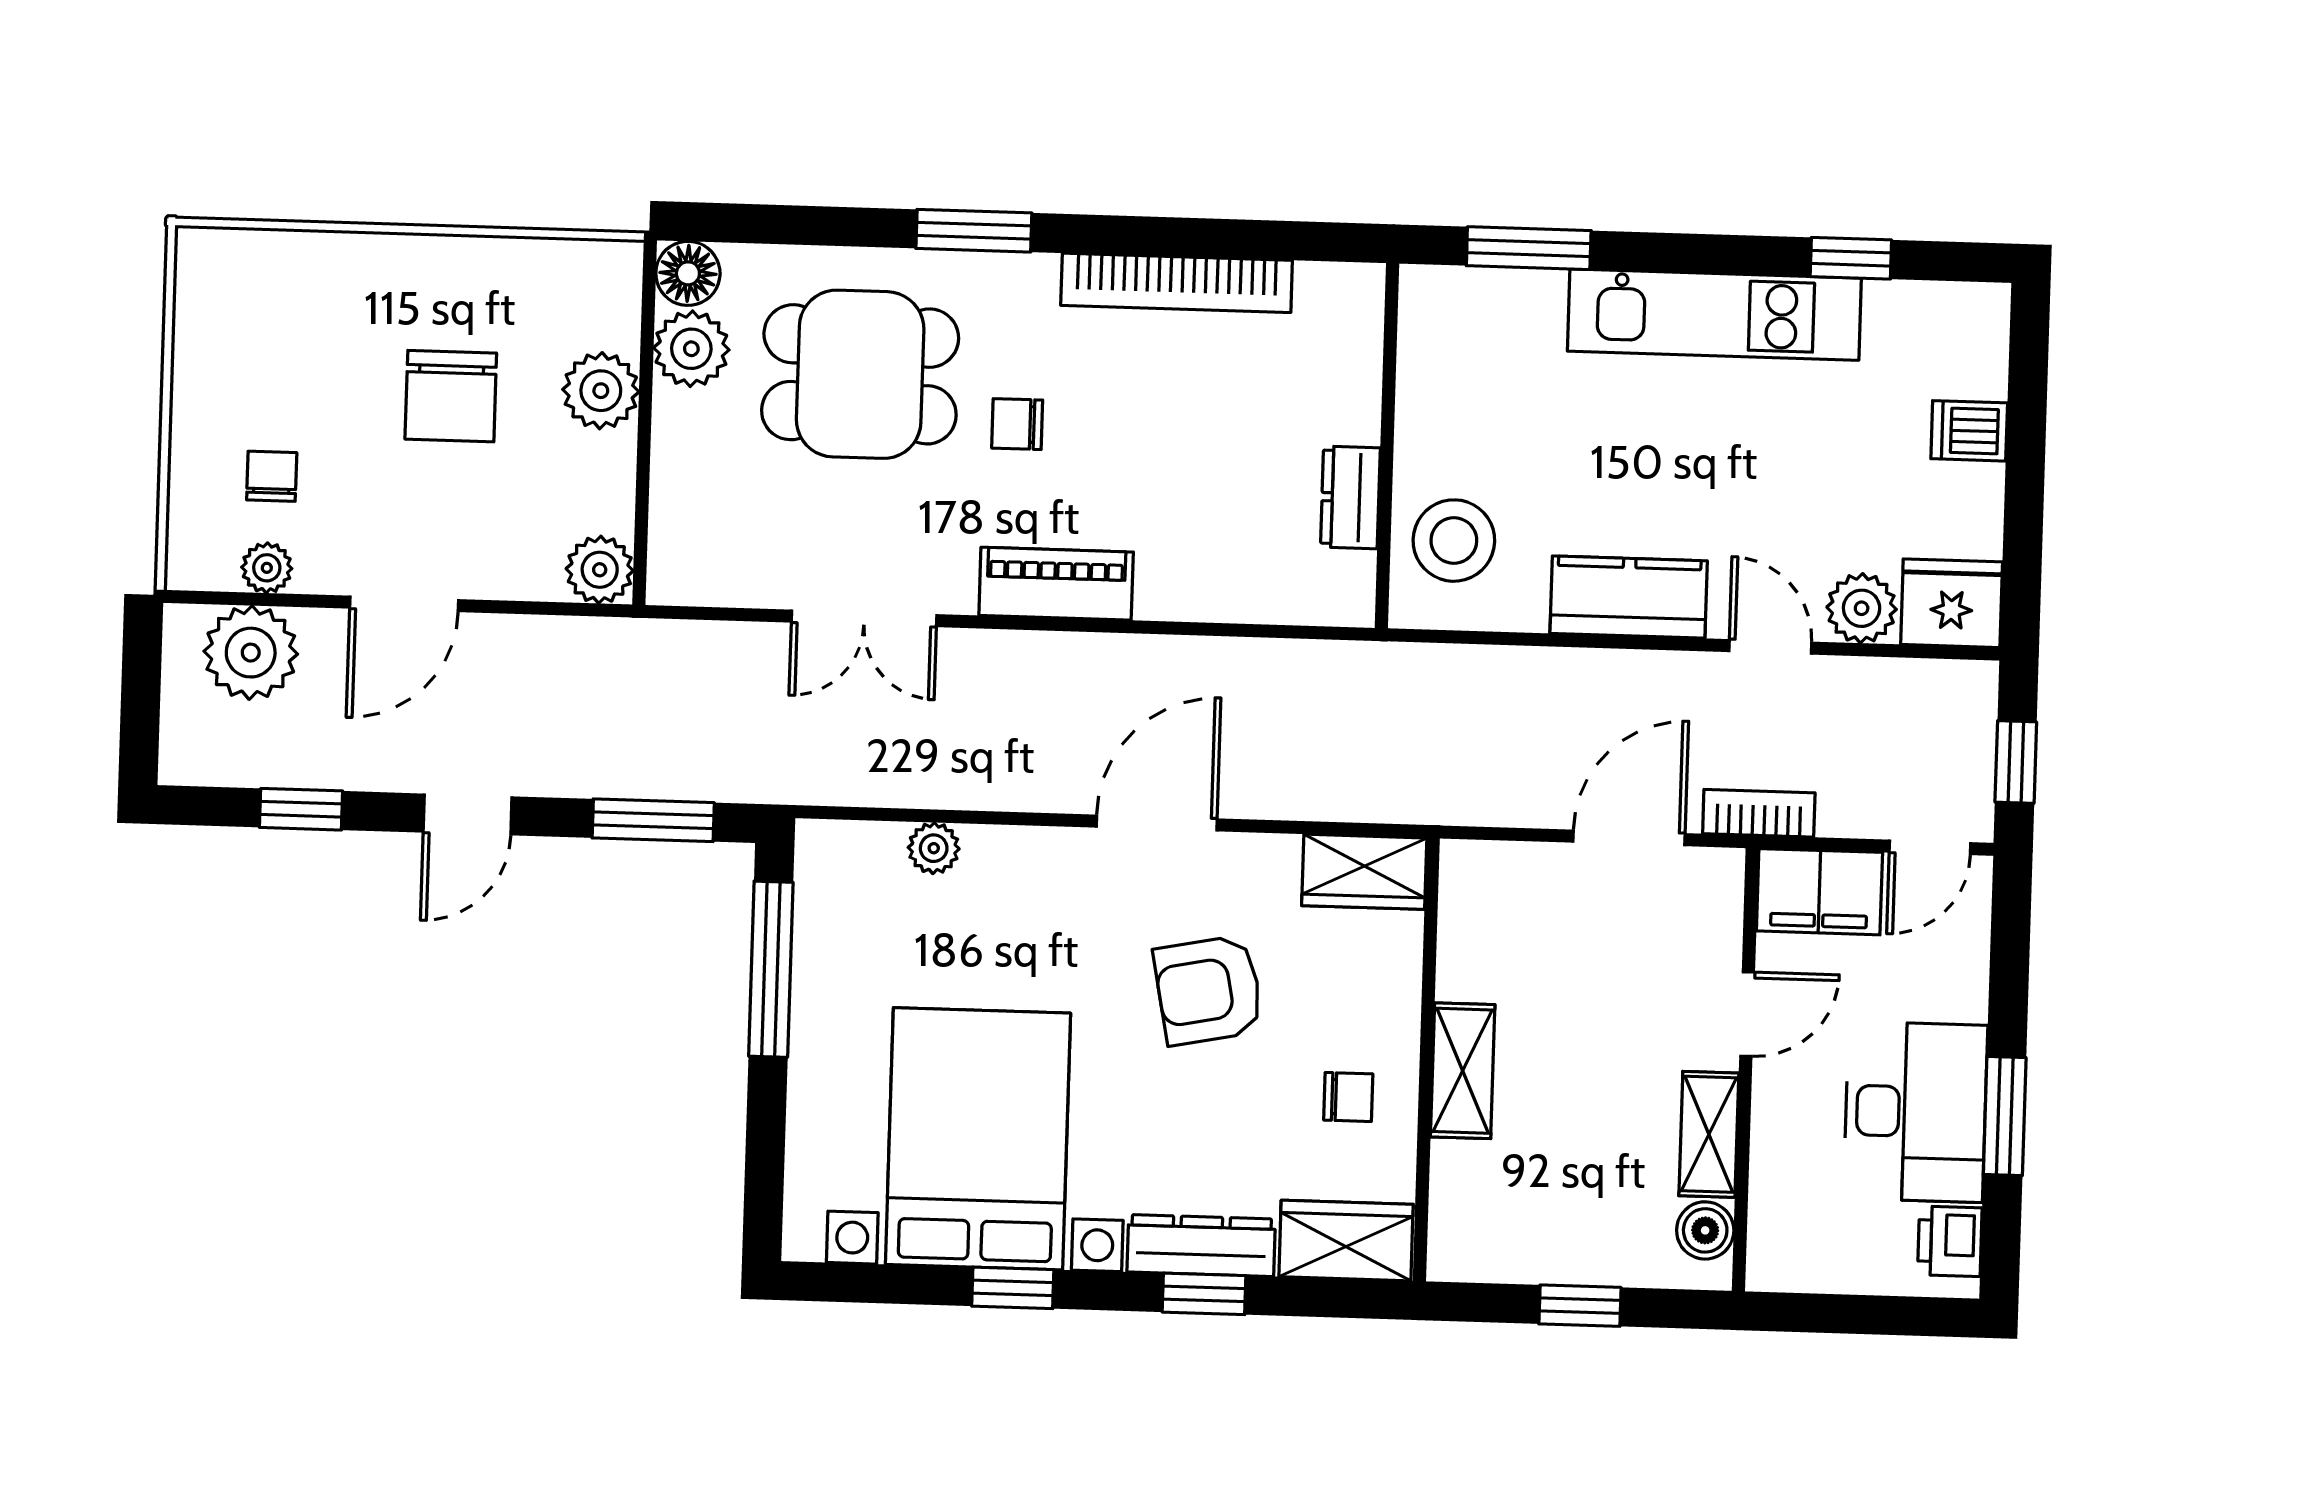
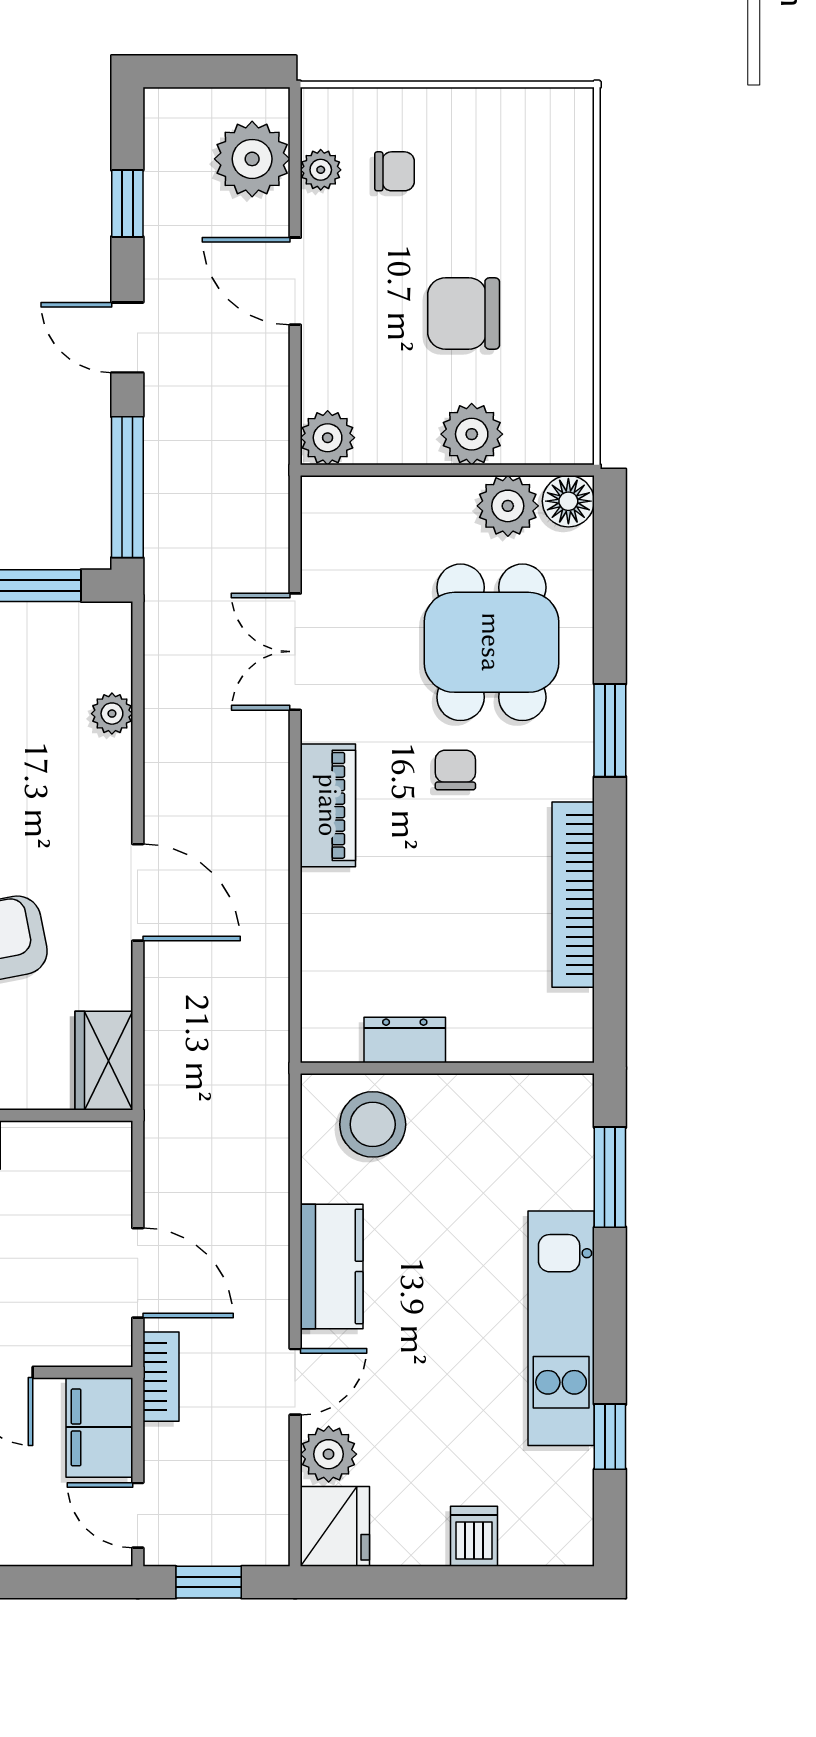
window: (653, 820) -> (127, 487), width x1.44

